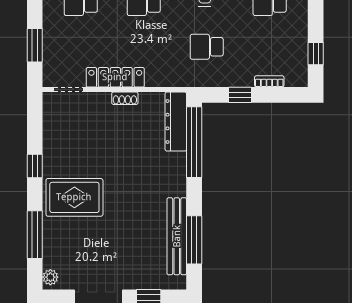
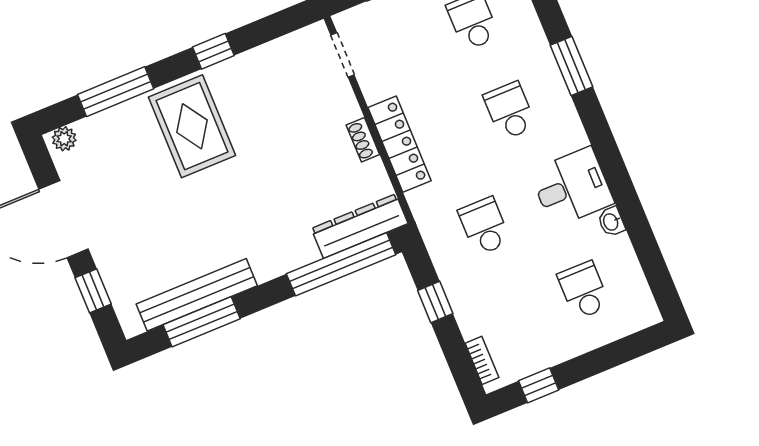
locker: (115, 77) -> (400, 144), moved
bookcase: (269, 81) -> (482, 360), moved

